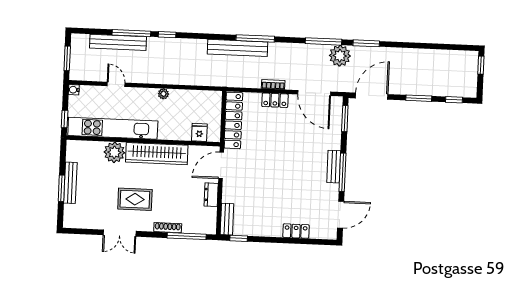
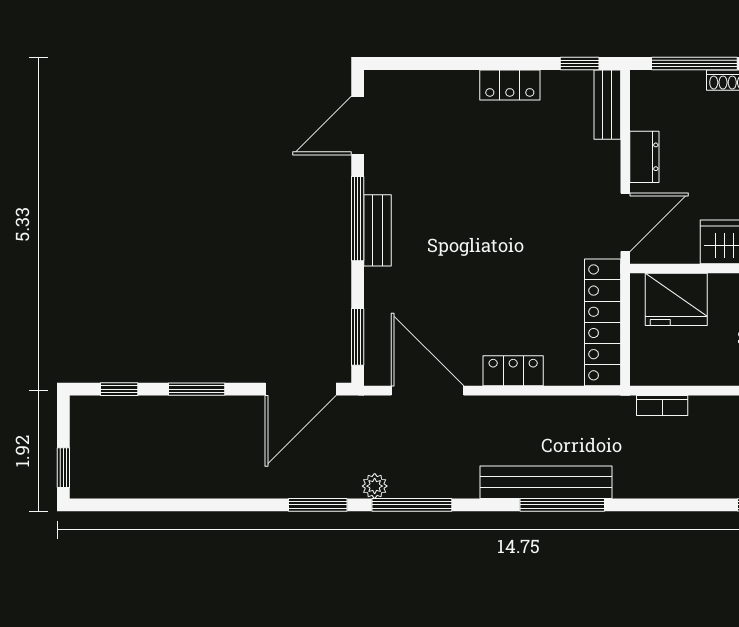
bench: (238, 48) -> (546, 482), moved
plant: (340, 56) -> (375, 486), width x0.53, depth x0.53
bookcase: (273, 84) -> (662, 405), moved
fridge: (199, 132) -> (676, 299), width x1.88, depth x1.34
locker: (296, 231) -> (510, 85), moved

